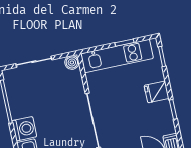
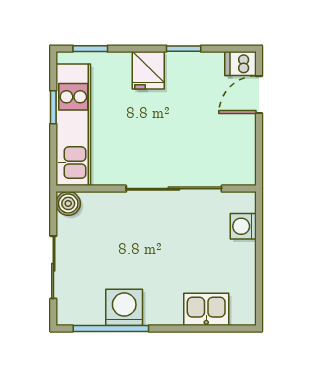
washing machine: (24, 129) -> (124, 307), moved

